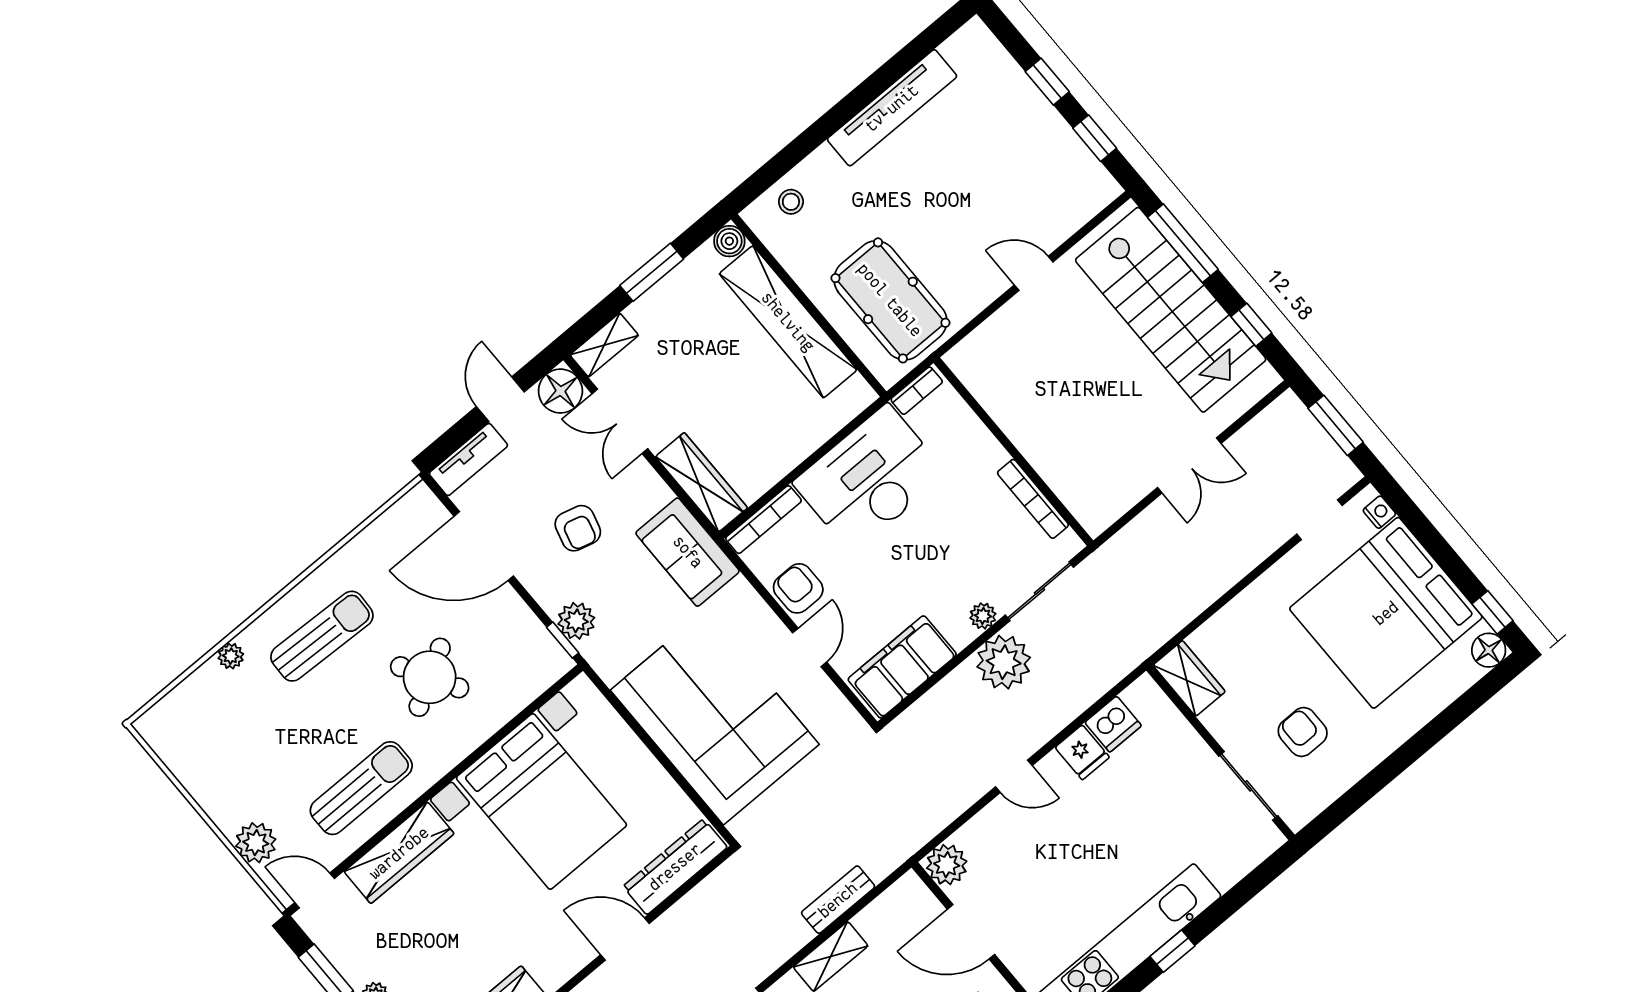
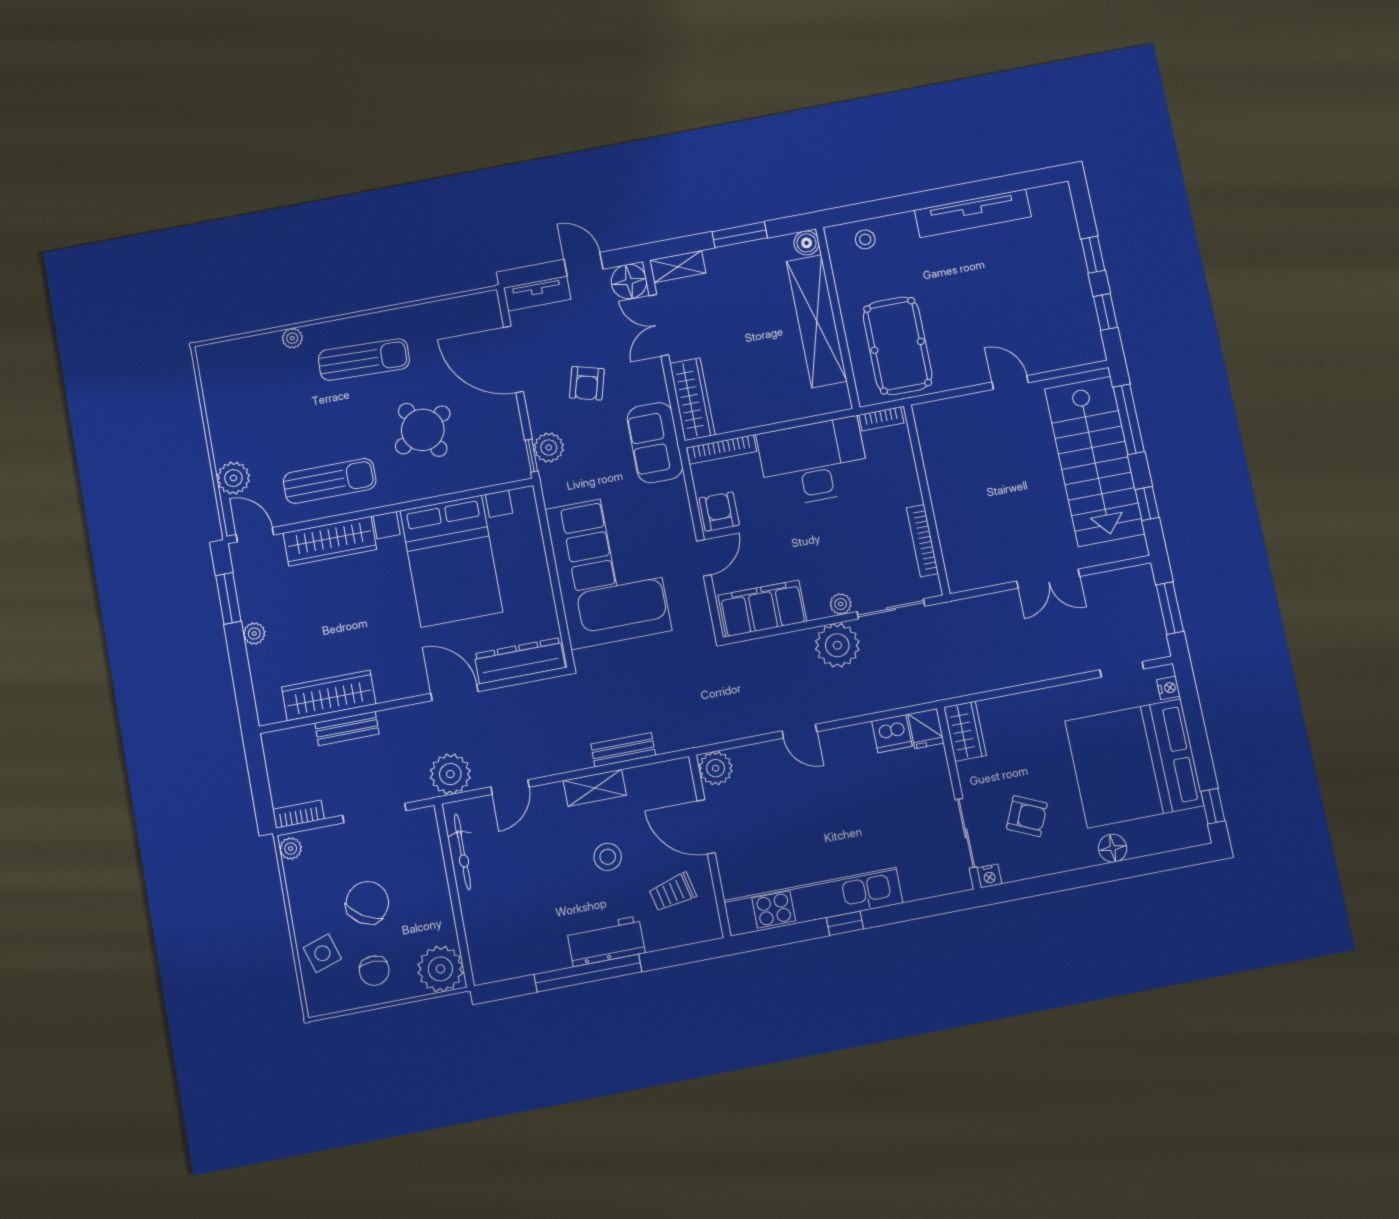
door: (500, 399) -> (584, 264), hinge flipped
floor lamp: (1489, 650) -> (1113, 848), moved
armchair: (1303, 732) -> (1027, 816), turned 114
fridge: (1082, 752) -> (926, 729), moved
nightstand: (1297, 817) -> (989, 876), added

